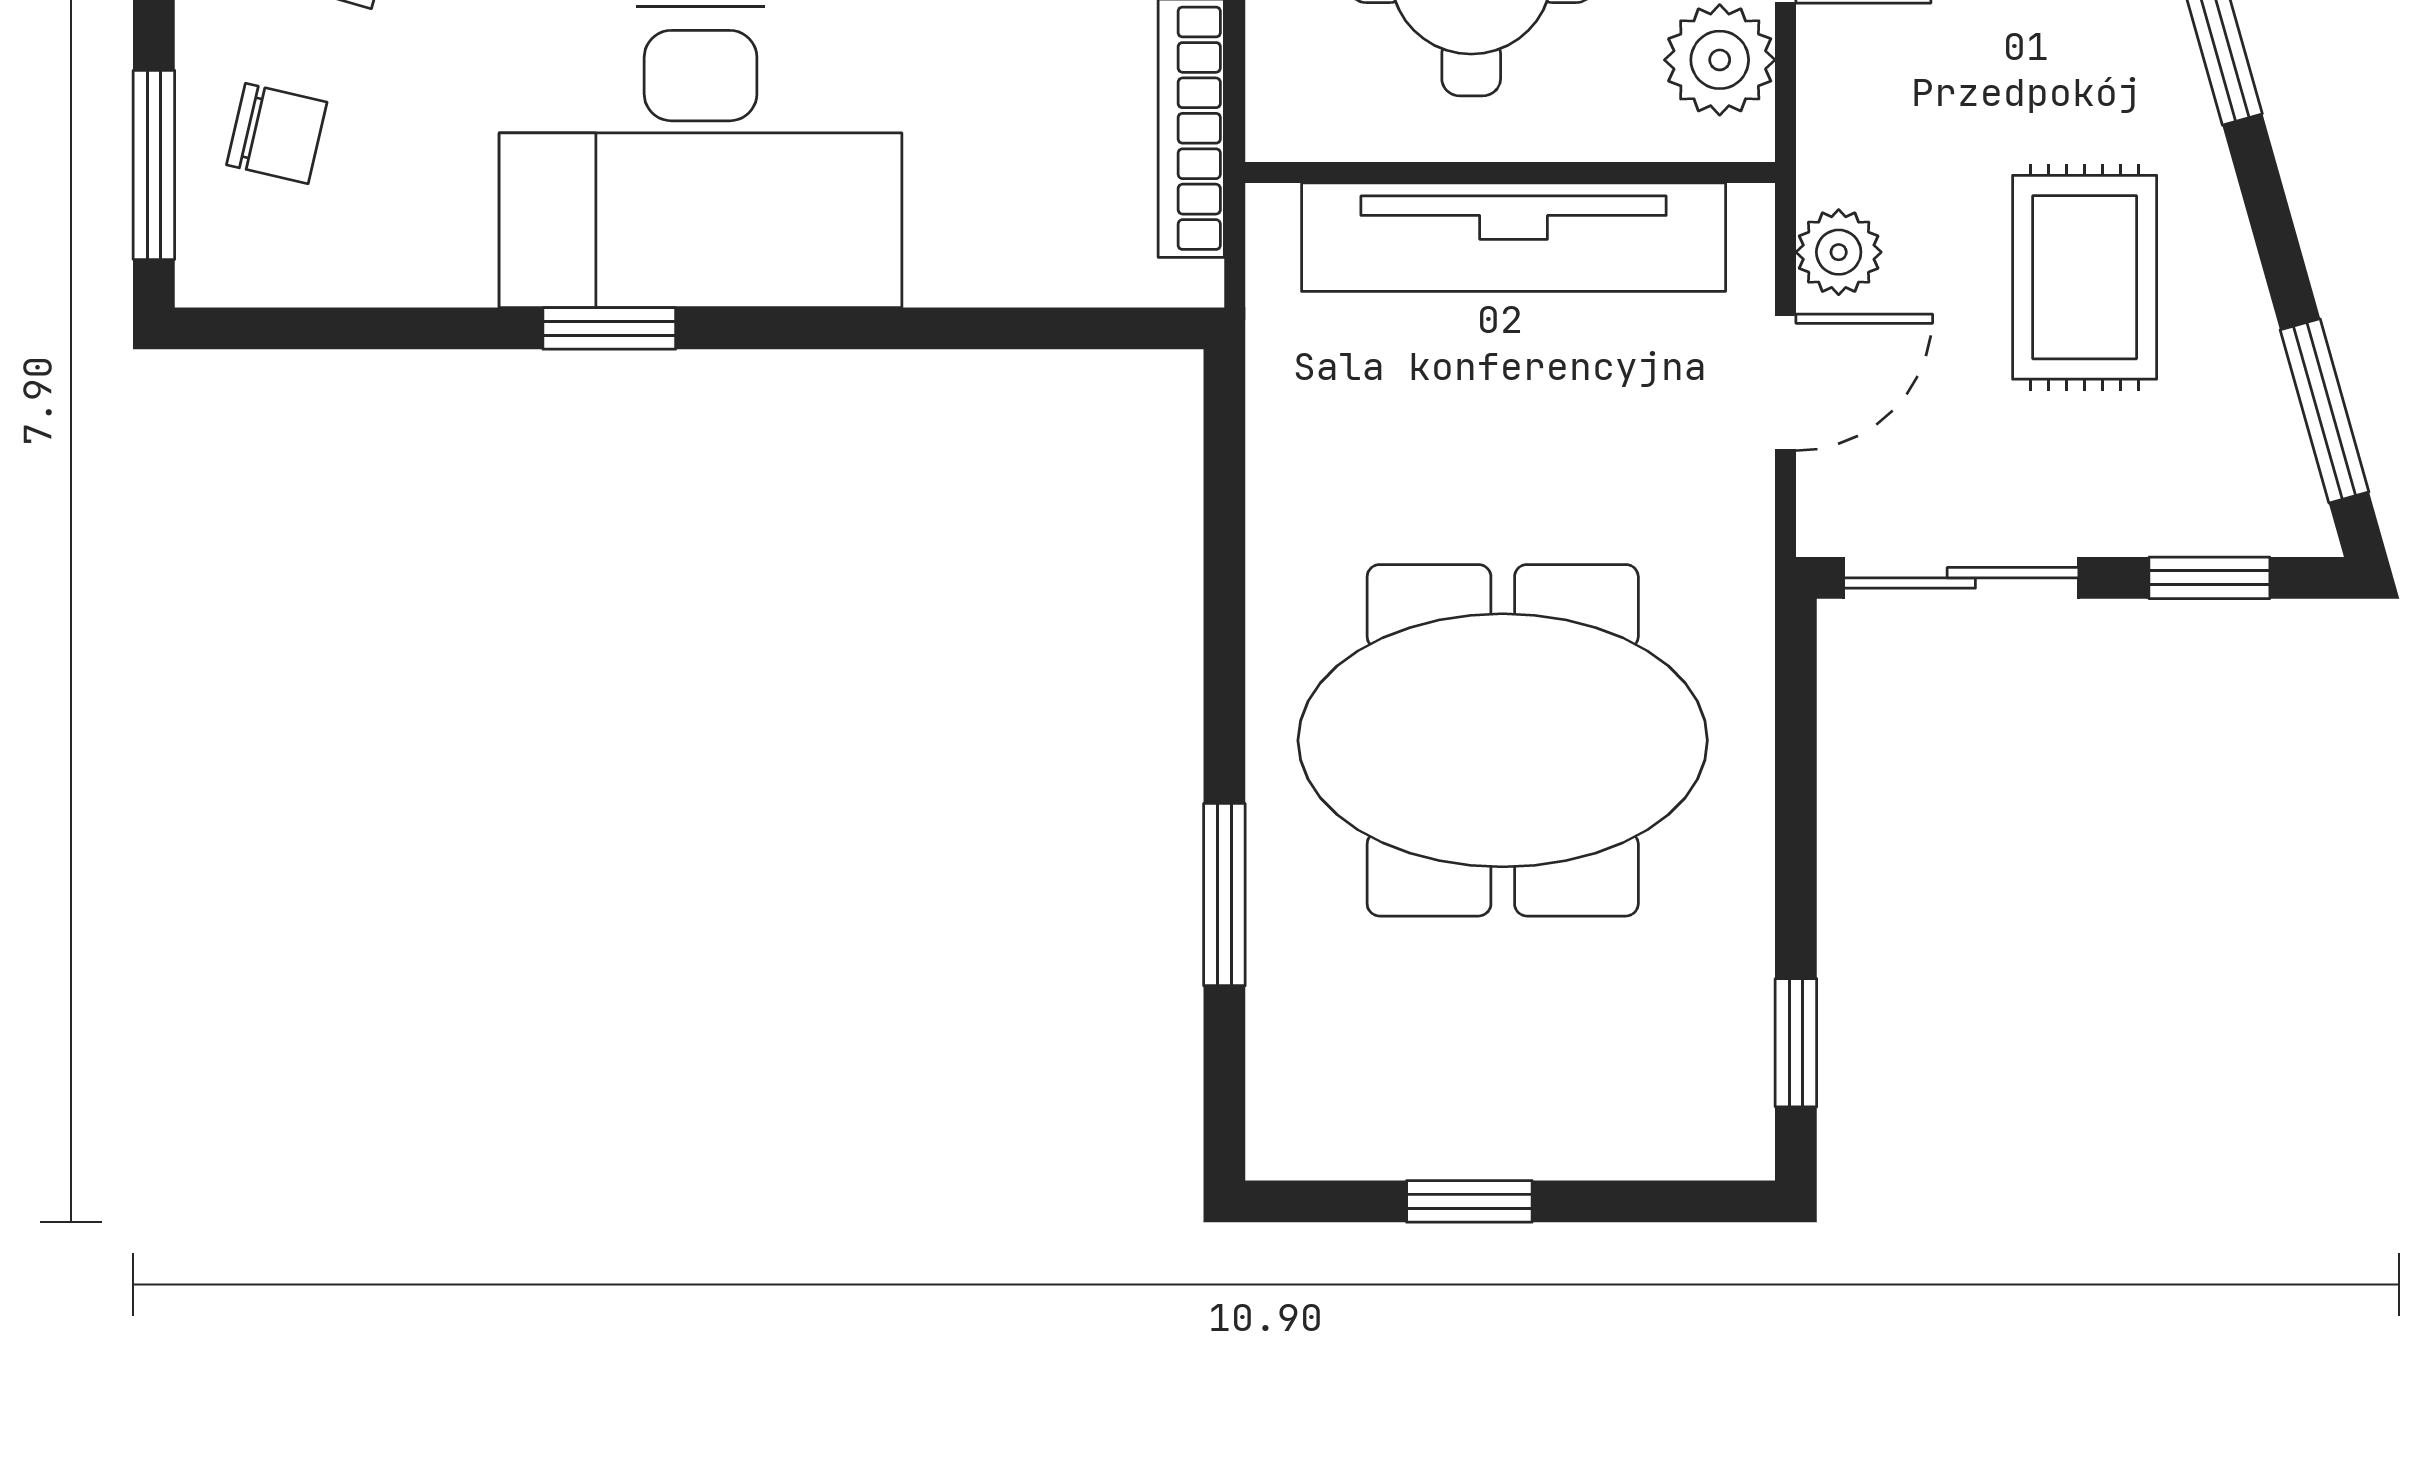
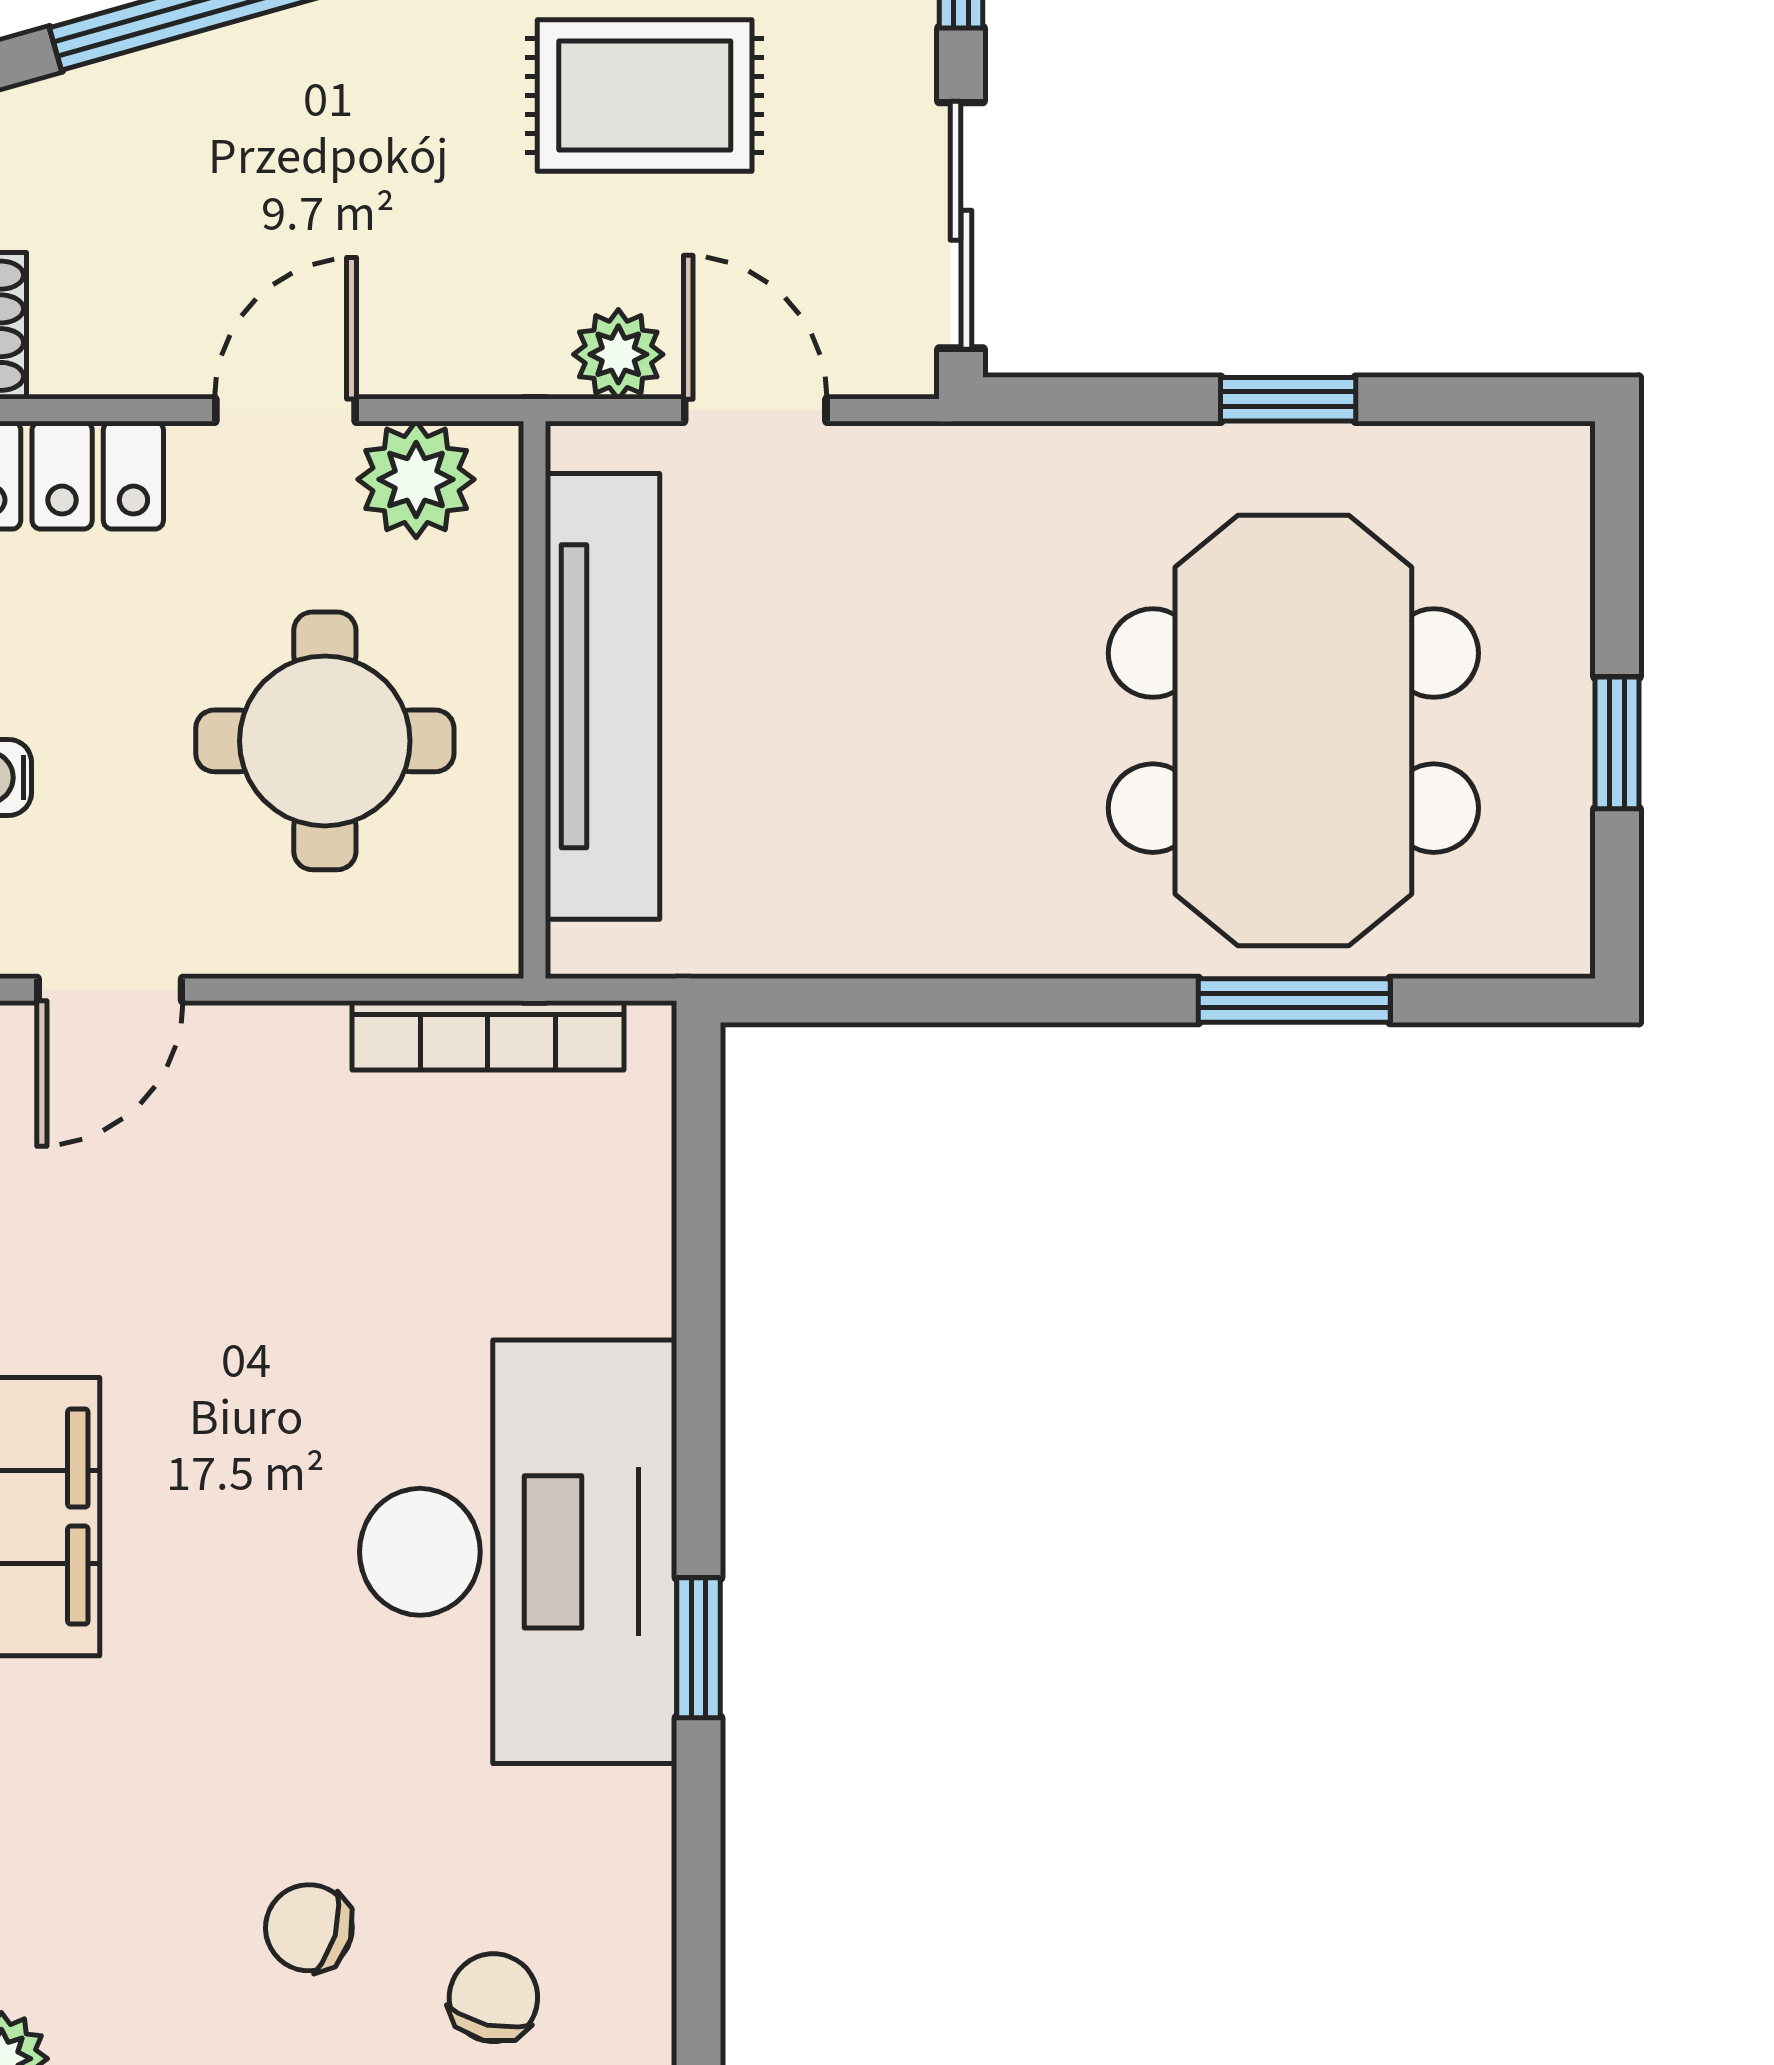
meeting table: (1503, 740) -> (1293, 731), moved
window: (1796, 1043) -> (1288, 399), moved

